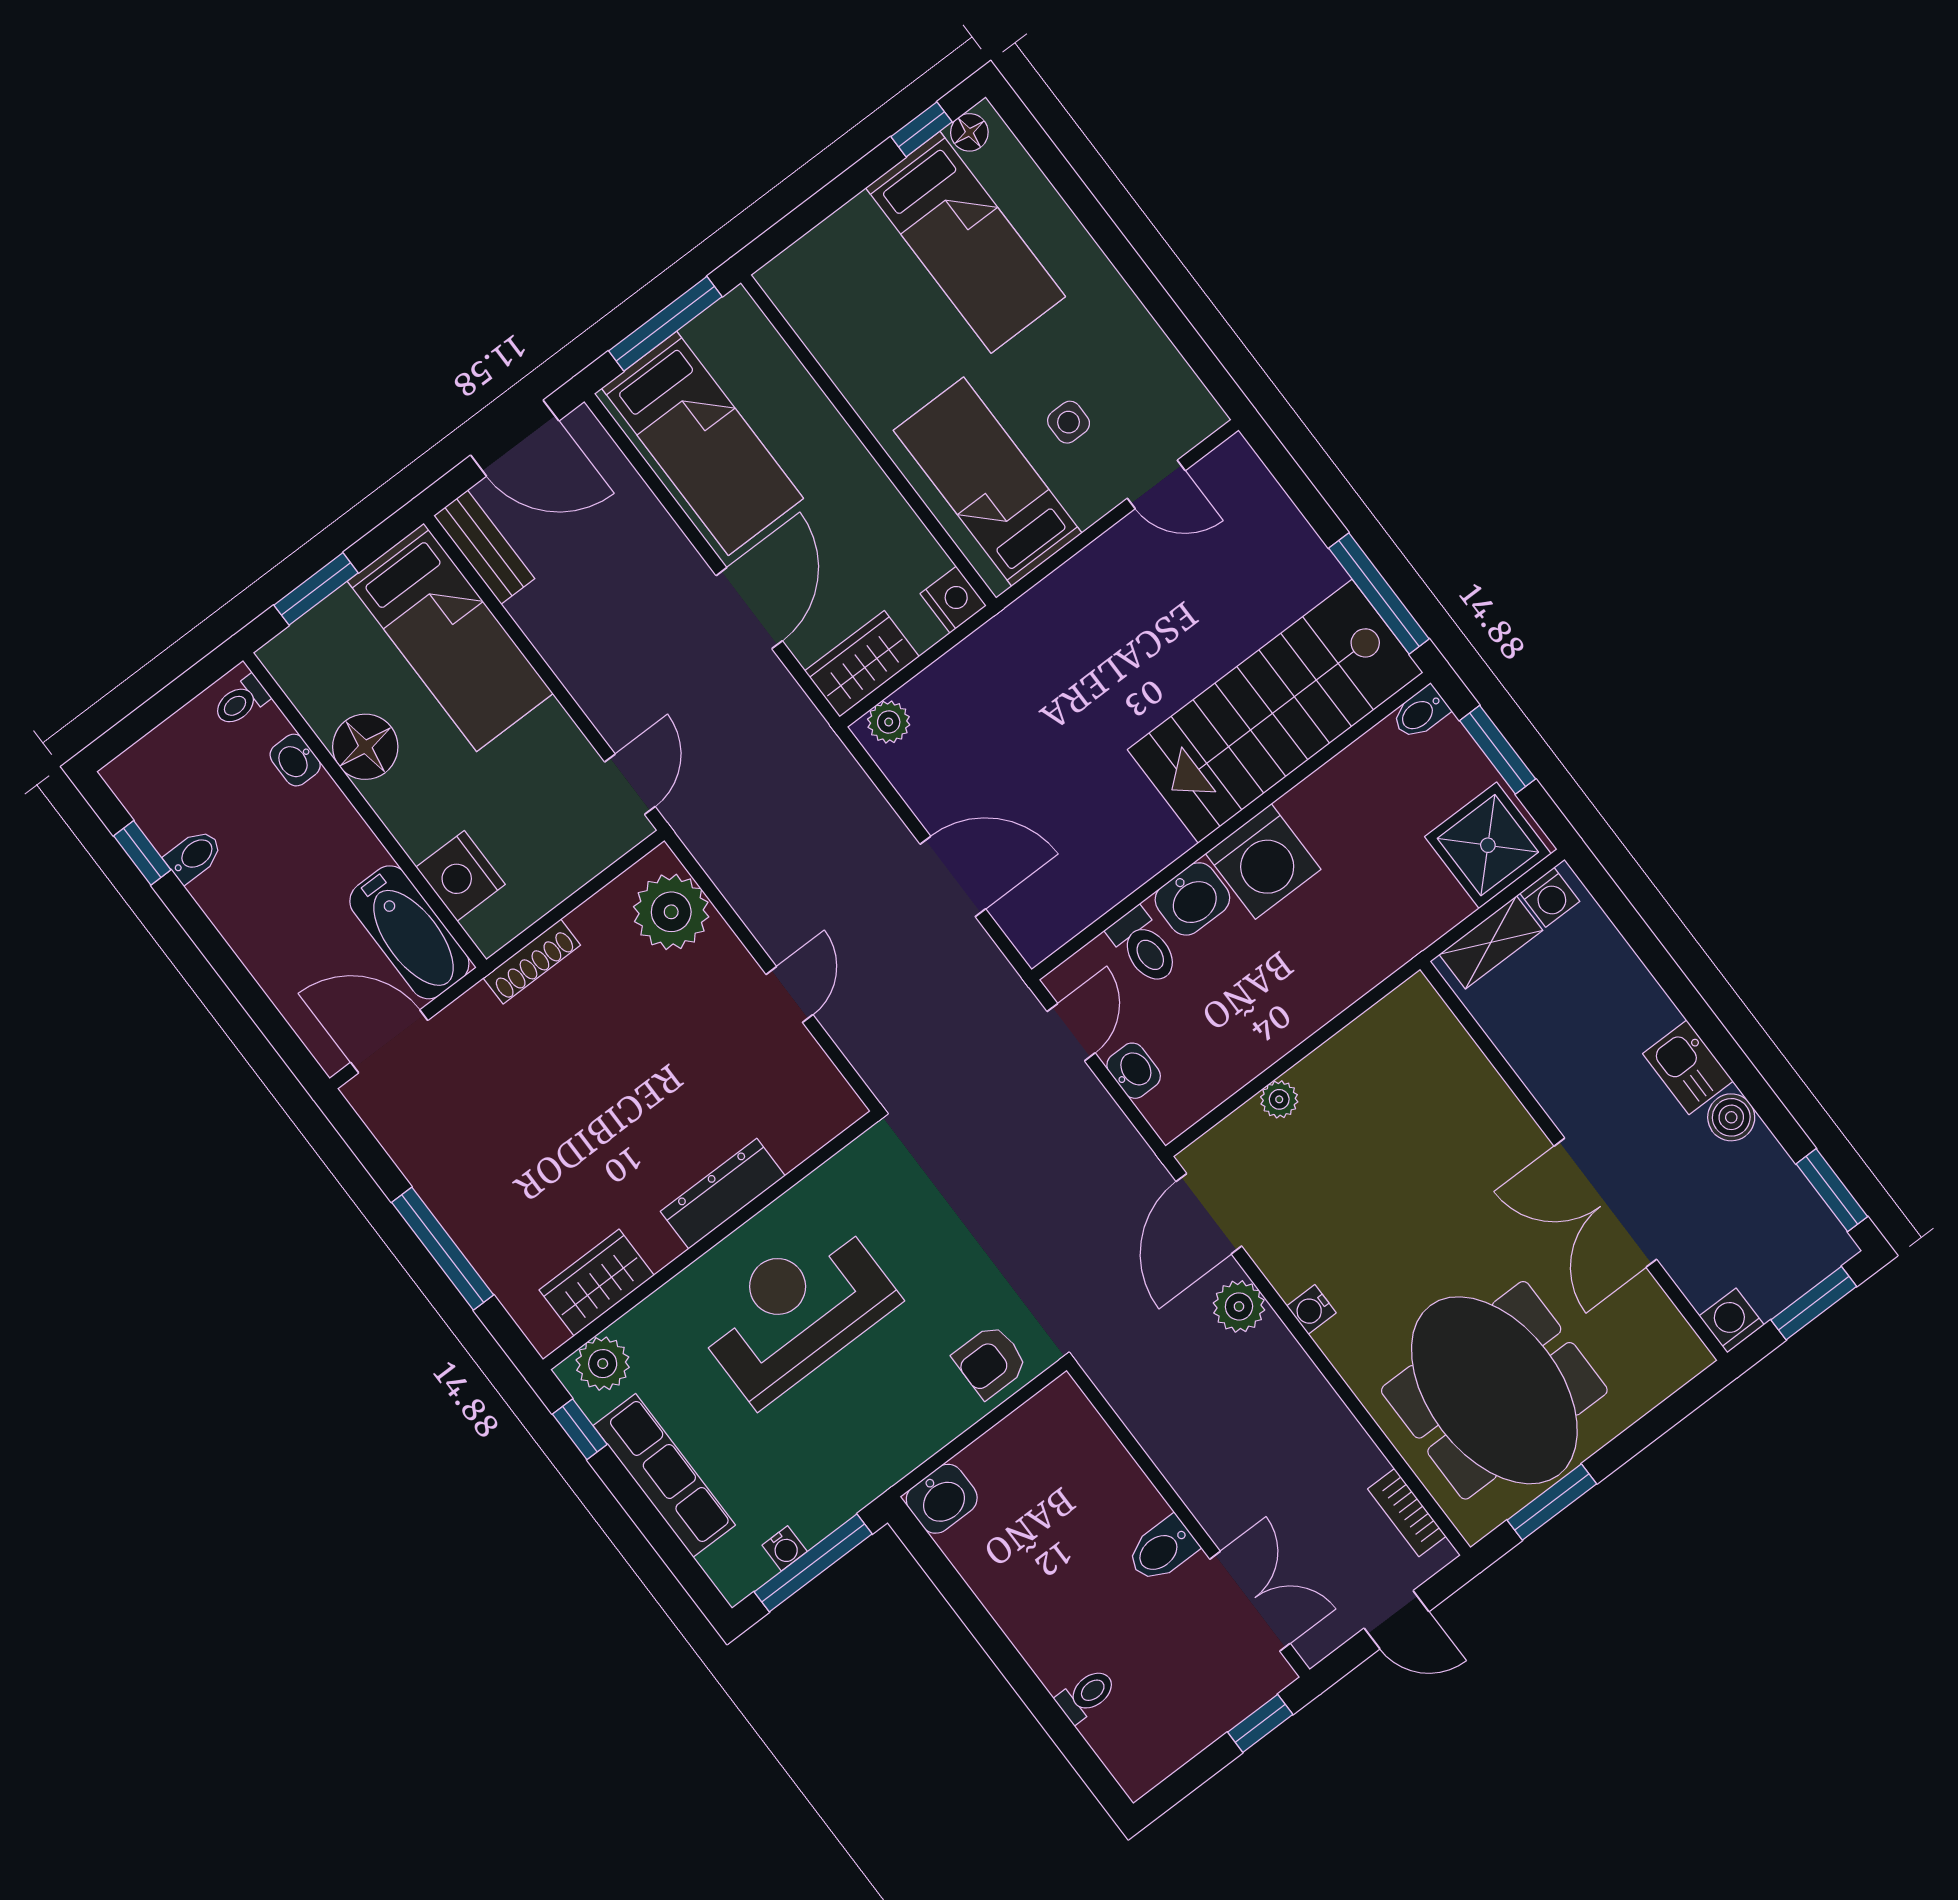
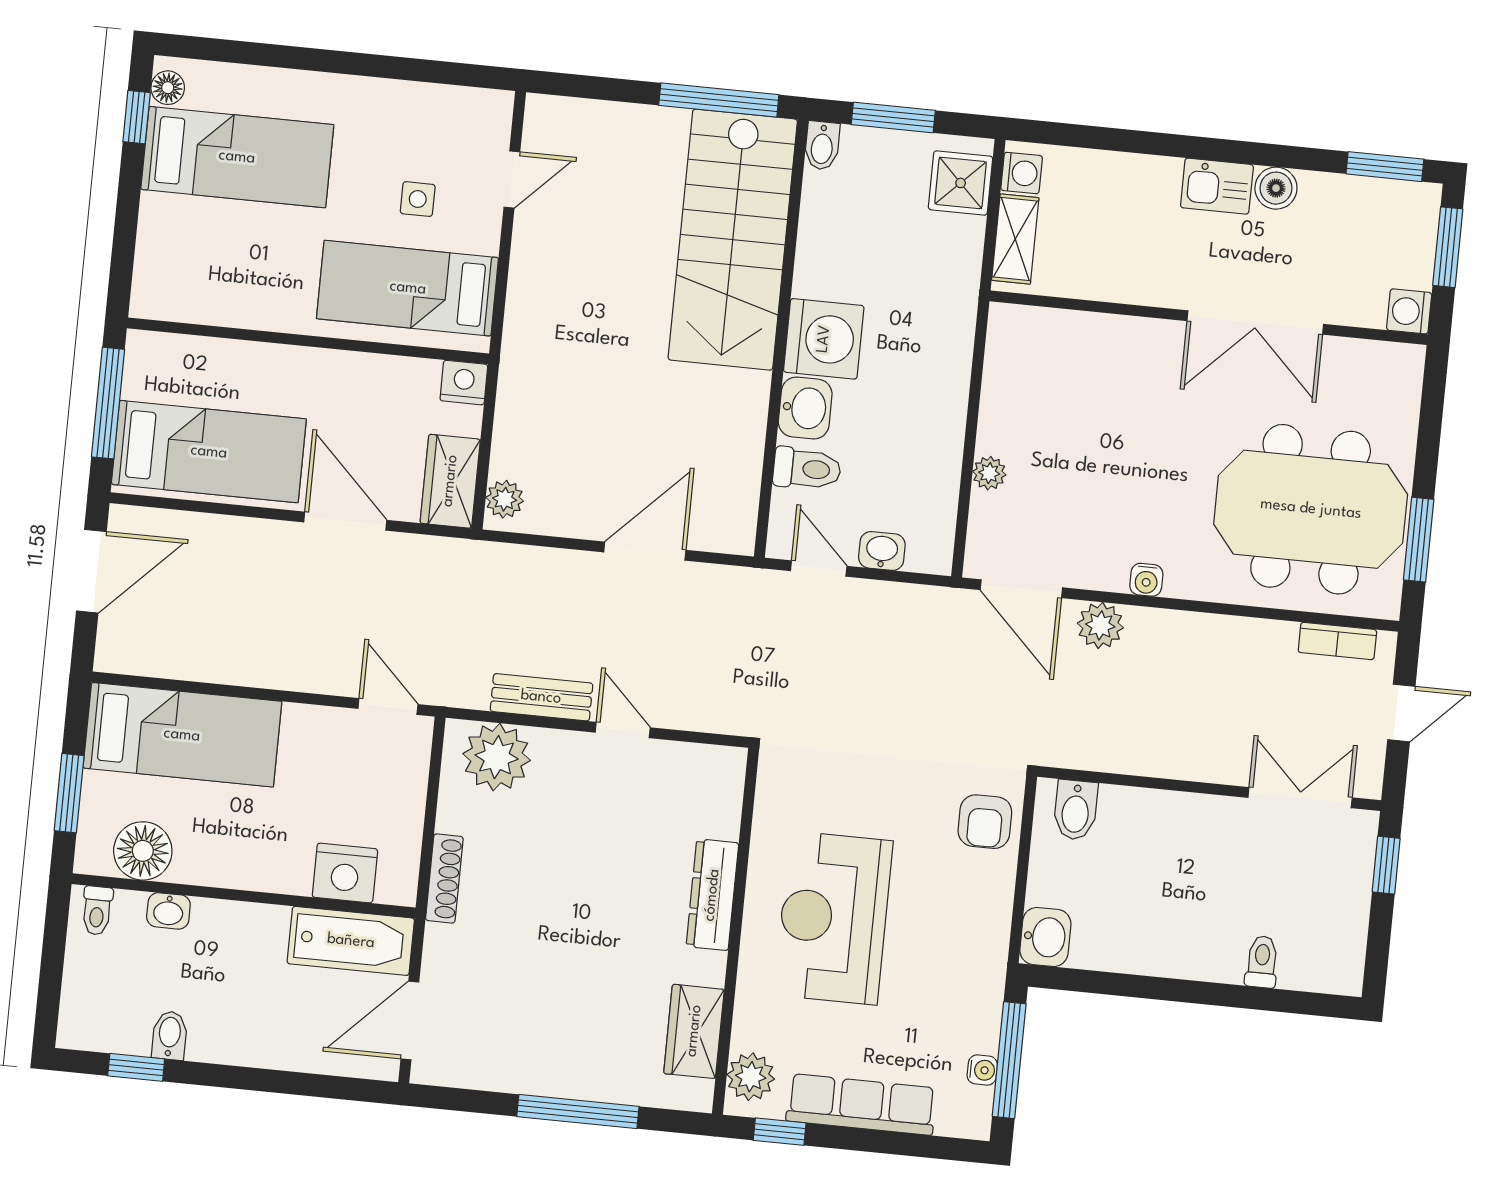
bench: (484, 547) -> (541, 697), moved
floor lamp: (365, 747) -> (143, 851), moved
shower: (1488, 845) -> (961, 183), width x0.73, depth x0.73
bidet: (1162, 1550) -> (1076, 810), moved

